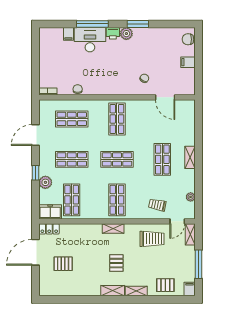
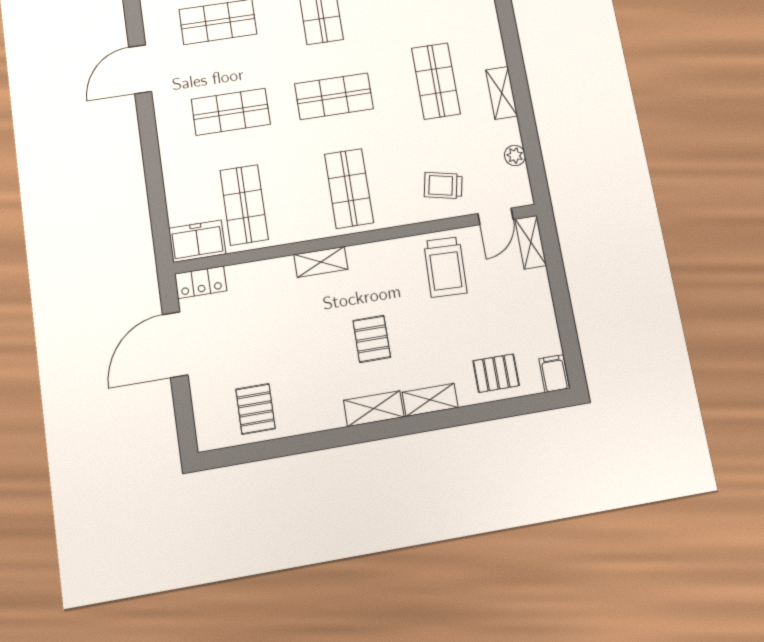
shelving: (190, 157) -> (502, 93), moved
window: (35, 173) -> (151, 155), removed
plant: (45, 182) -> (177, 174), removed
shelving: (113, 229) -> (321, 262), moved
trolley: (152, 239) -> (445, 267), turned 92
pallet: (63, 264) -> (256, 409), moved, turned 90
window: (198, 264) -> (563, 310), removed

